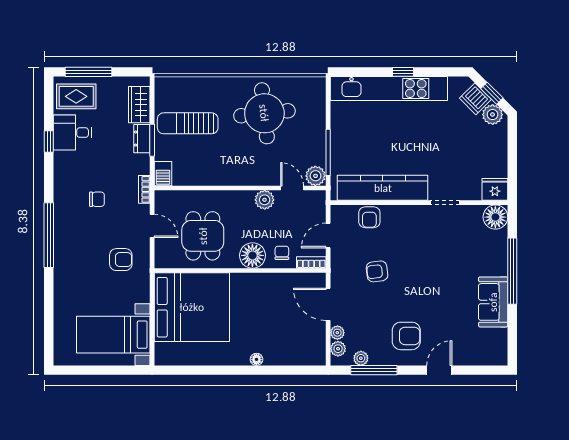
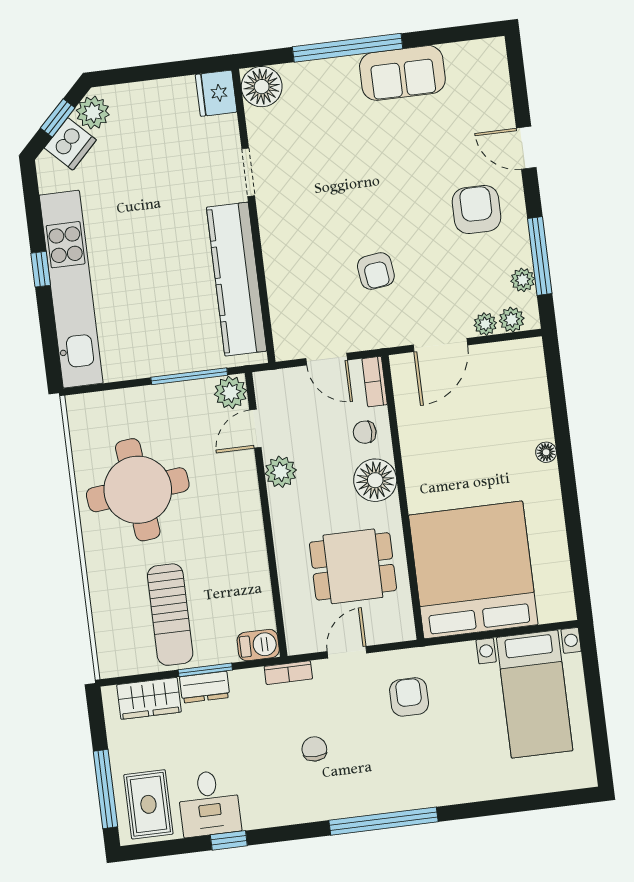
armchair: (369, 217) -> (288, 295), removed

